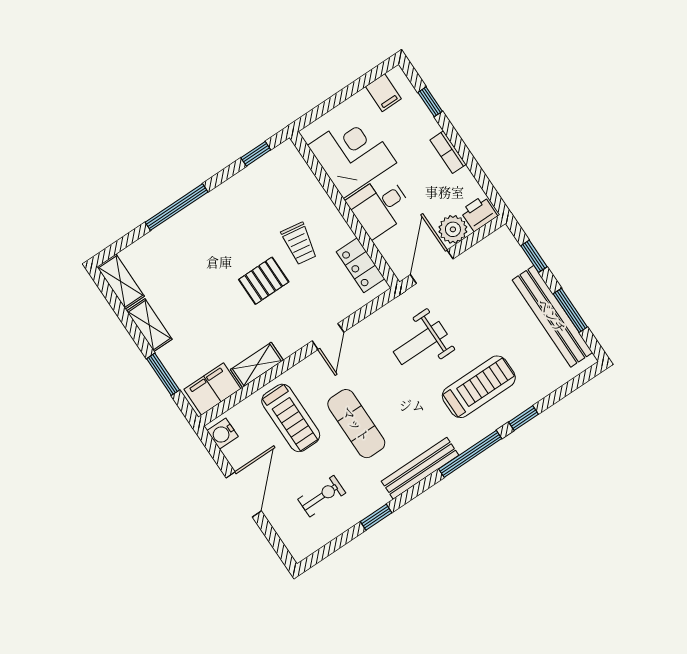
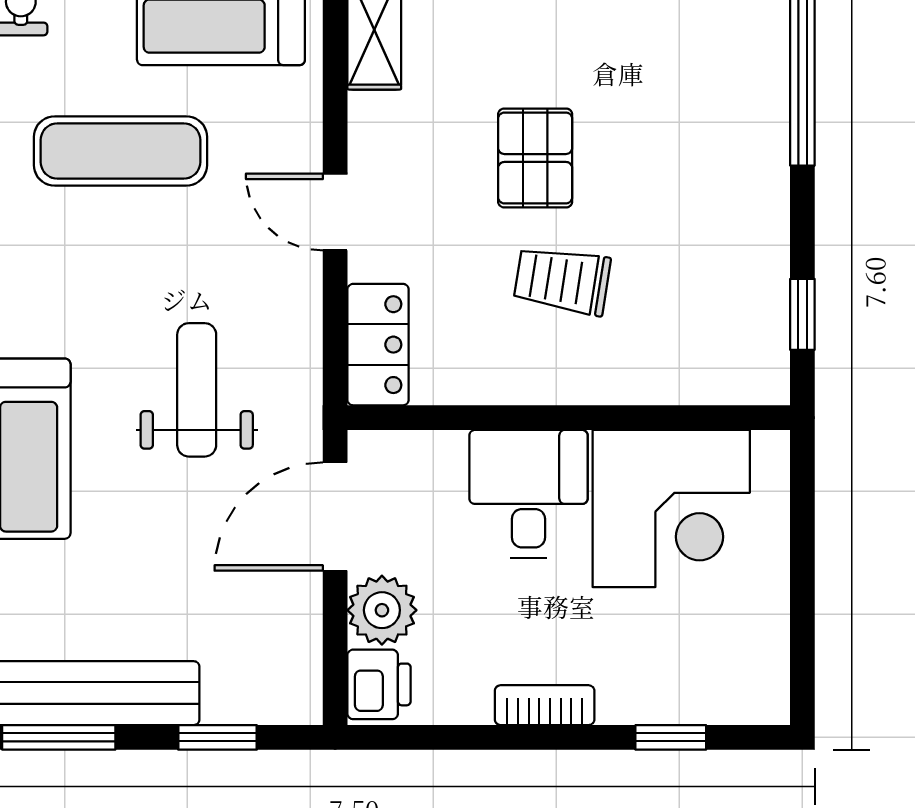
filing cabinet: (383, 93) -> (753, 655), removed
locker: (361, 265) -> (378, 345), moved, turned 90
door: (432, 267) -> (335, 517), swing flipped

